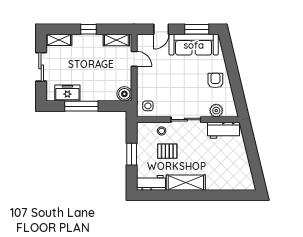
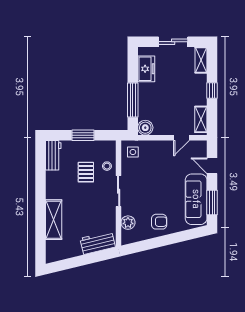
window: (81, 106) -> (133, 100), moved
workbench: (223, 130) -> (98, 243), moved, turned 77
shelving: (186, 183) -> (54, 220), moved

